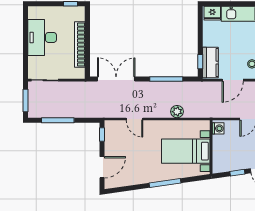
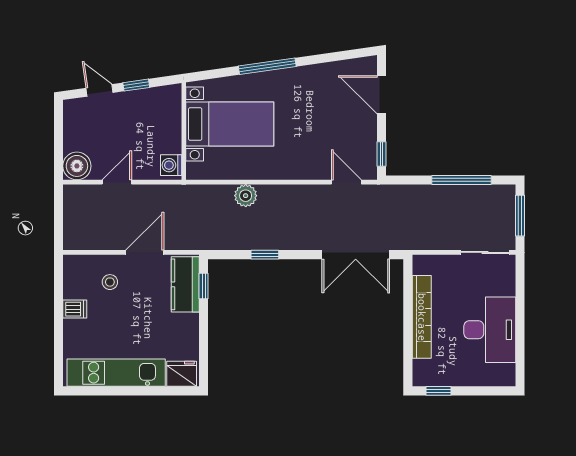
window: (166, 79) -> (265, 255), width x0.46
door: (135, 119) -> (346, 182), moved
door: (102, 167) -> (382, 95), hinge flipped

